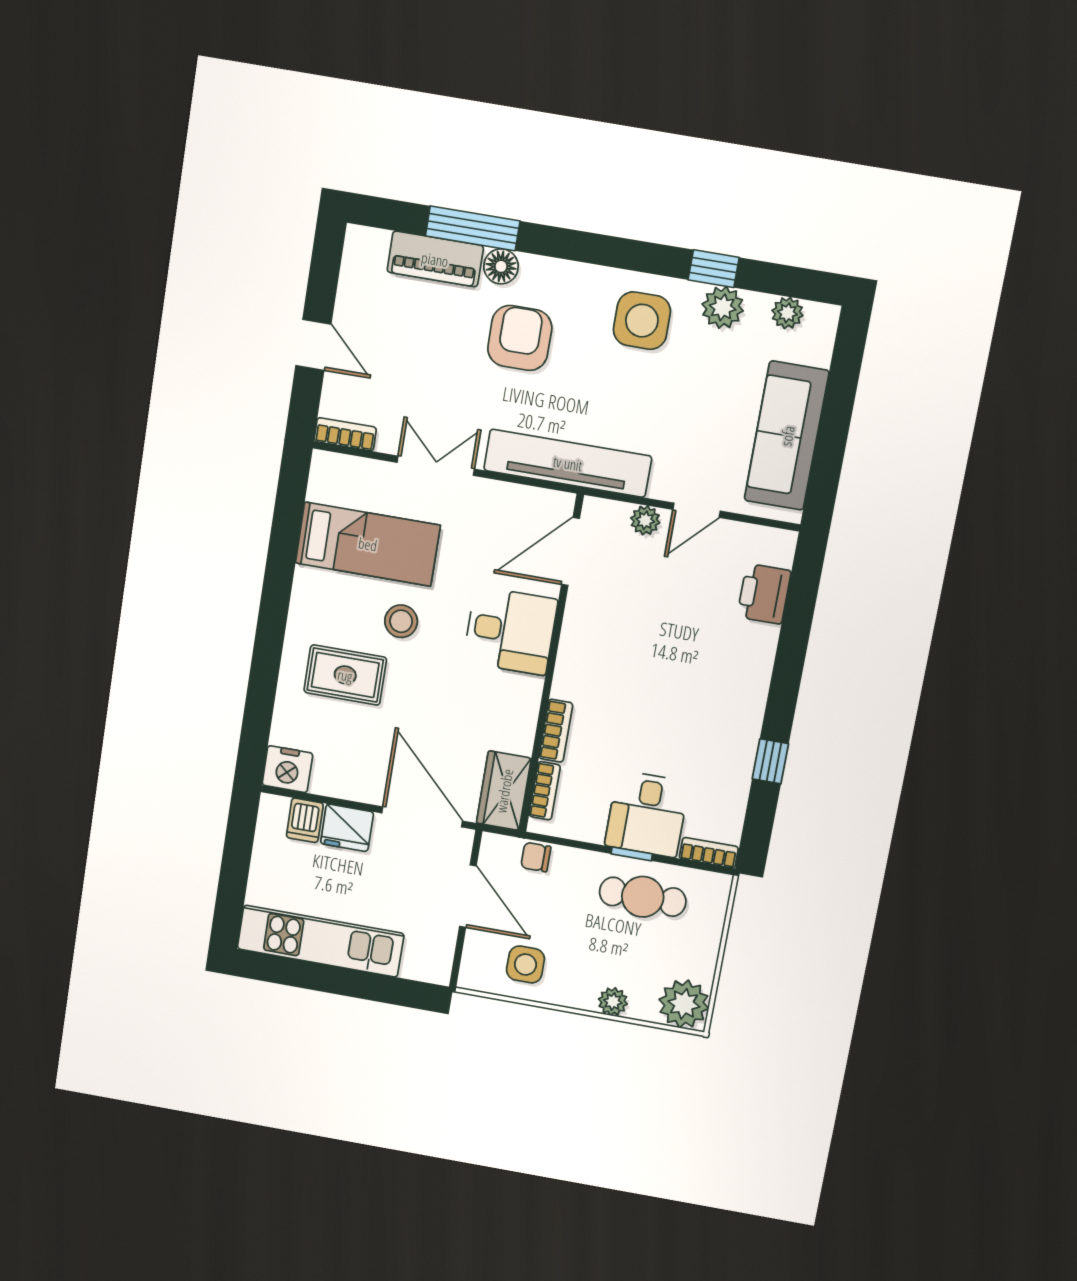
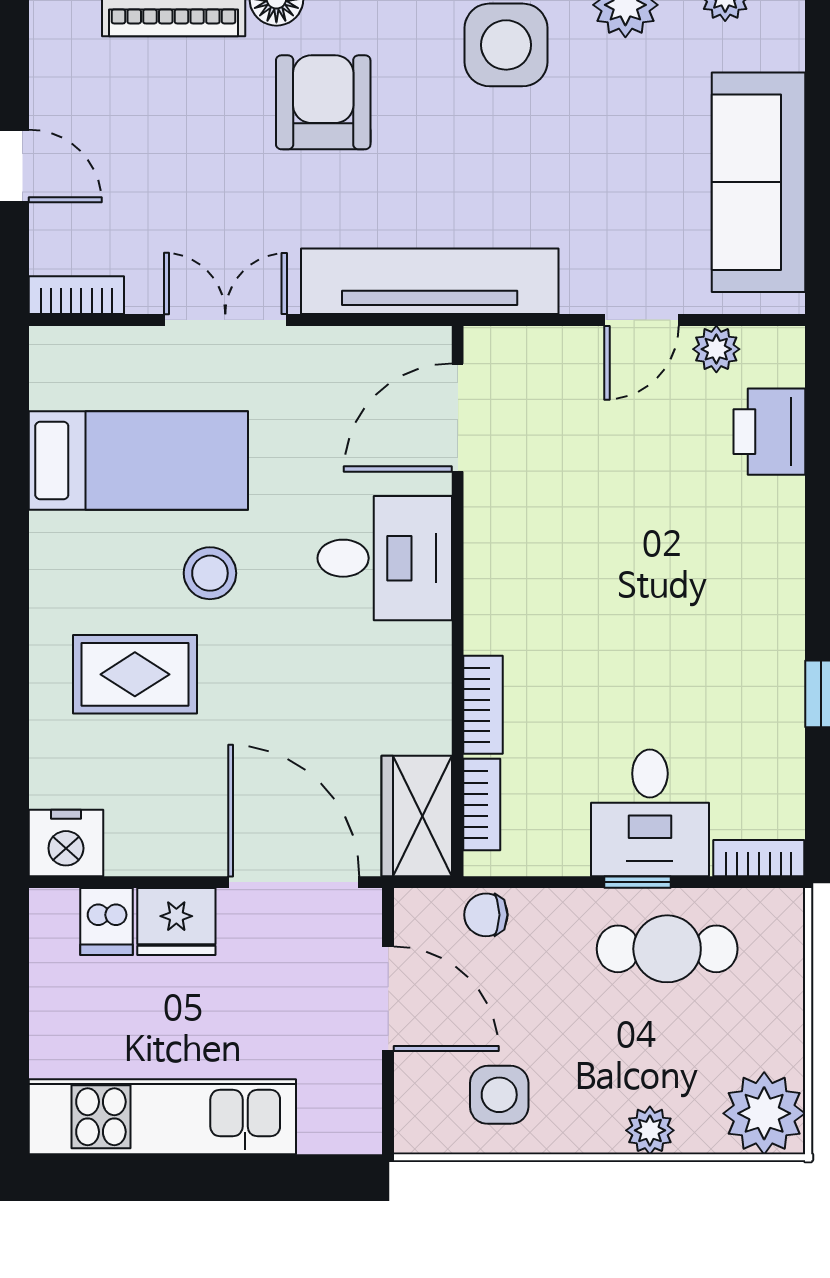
plant: (645, 520) -> (716, 349), moved

